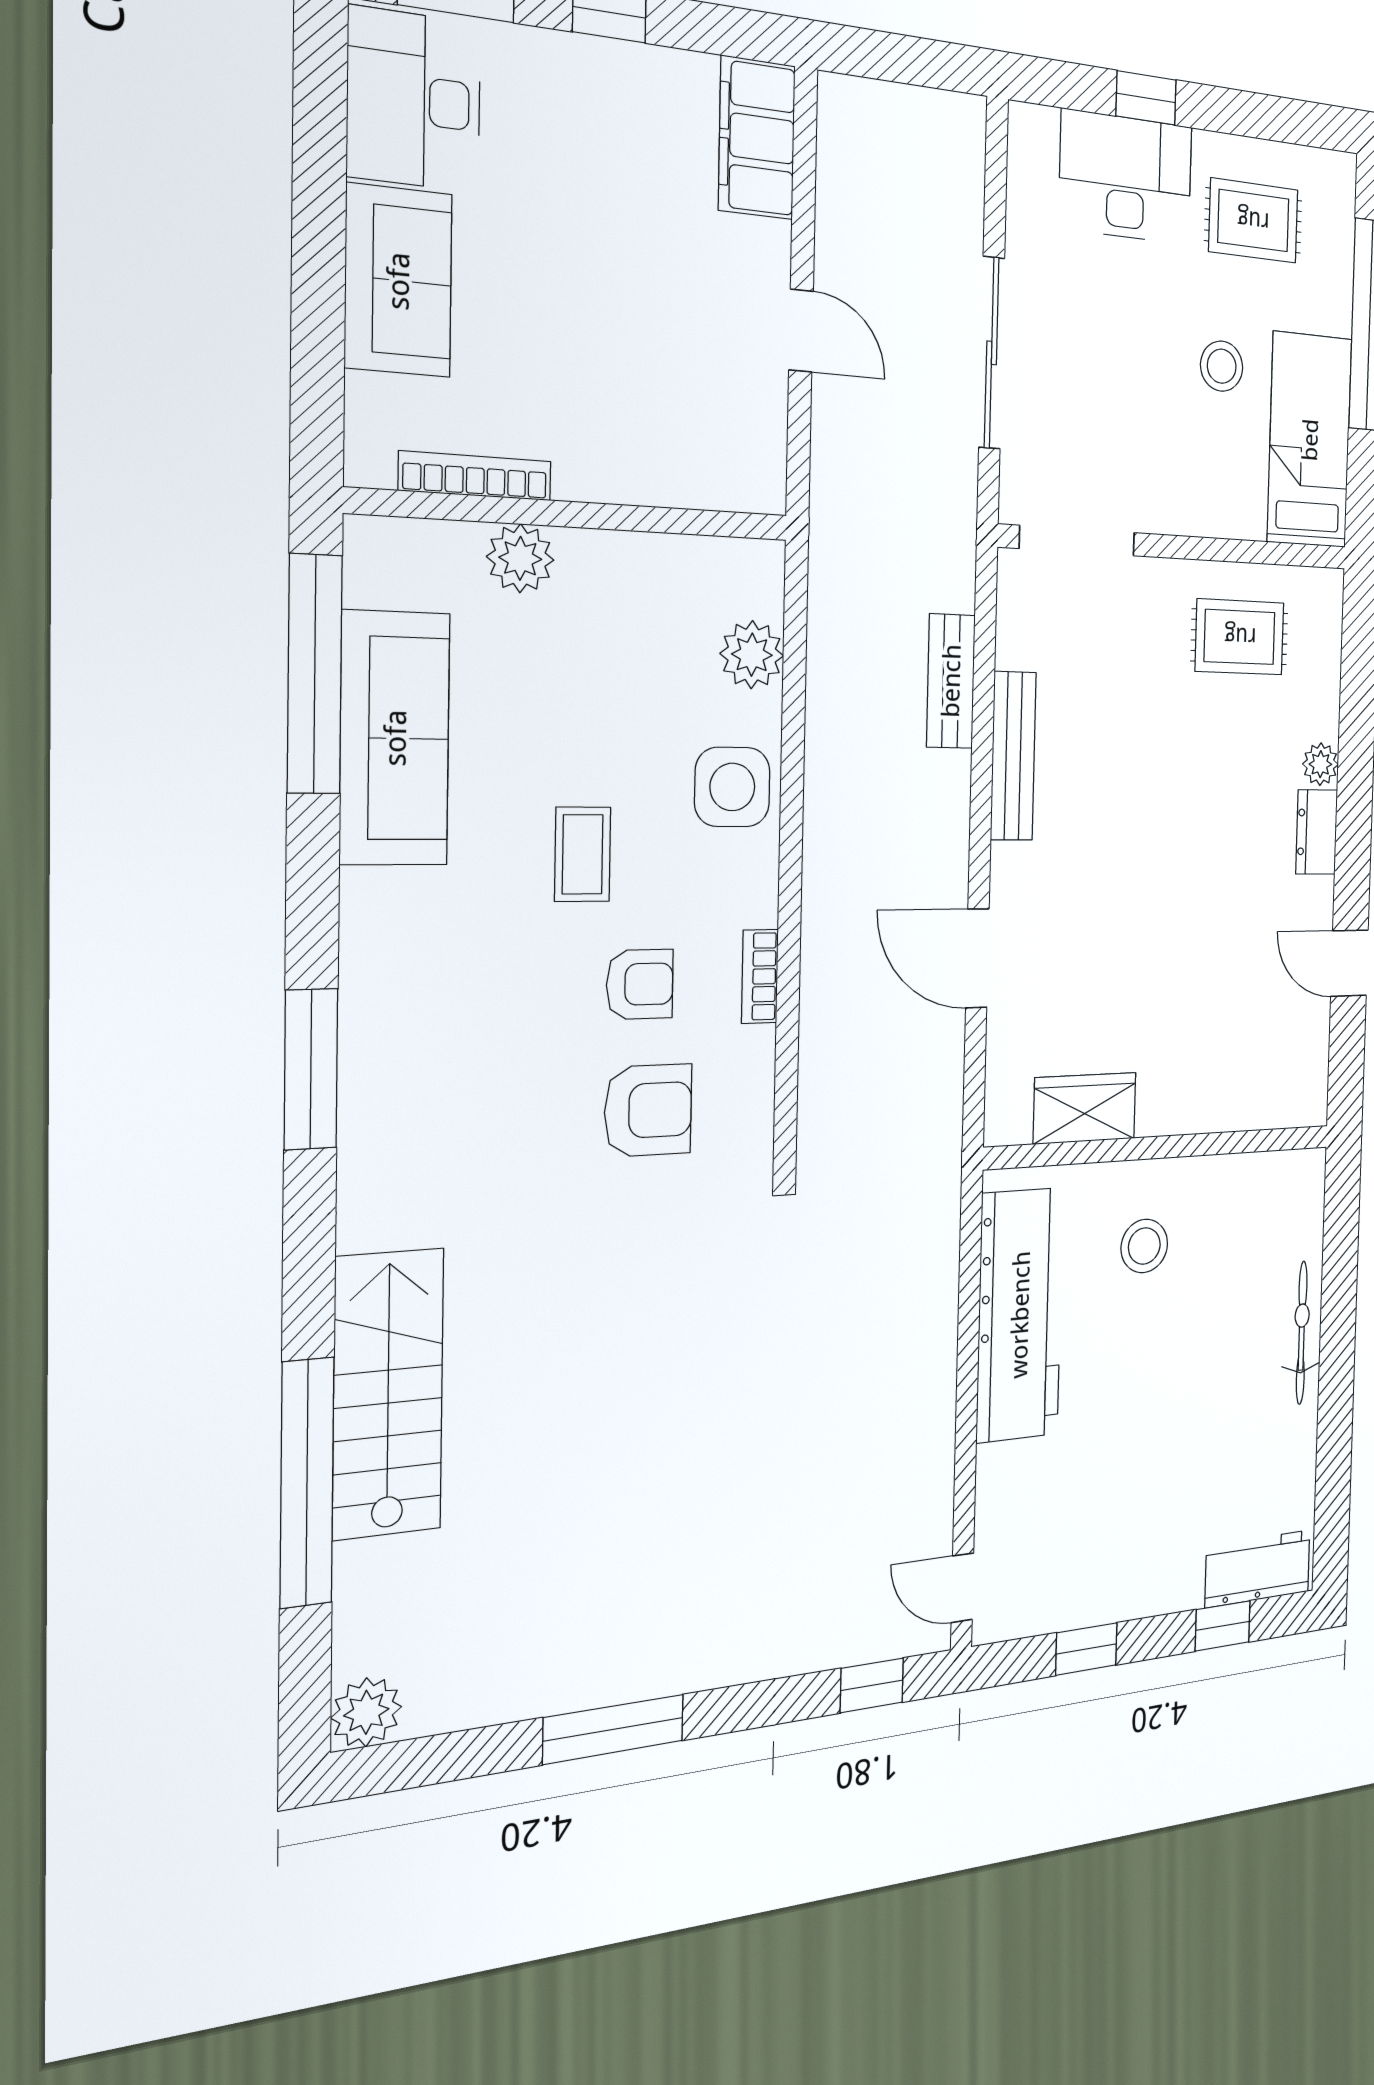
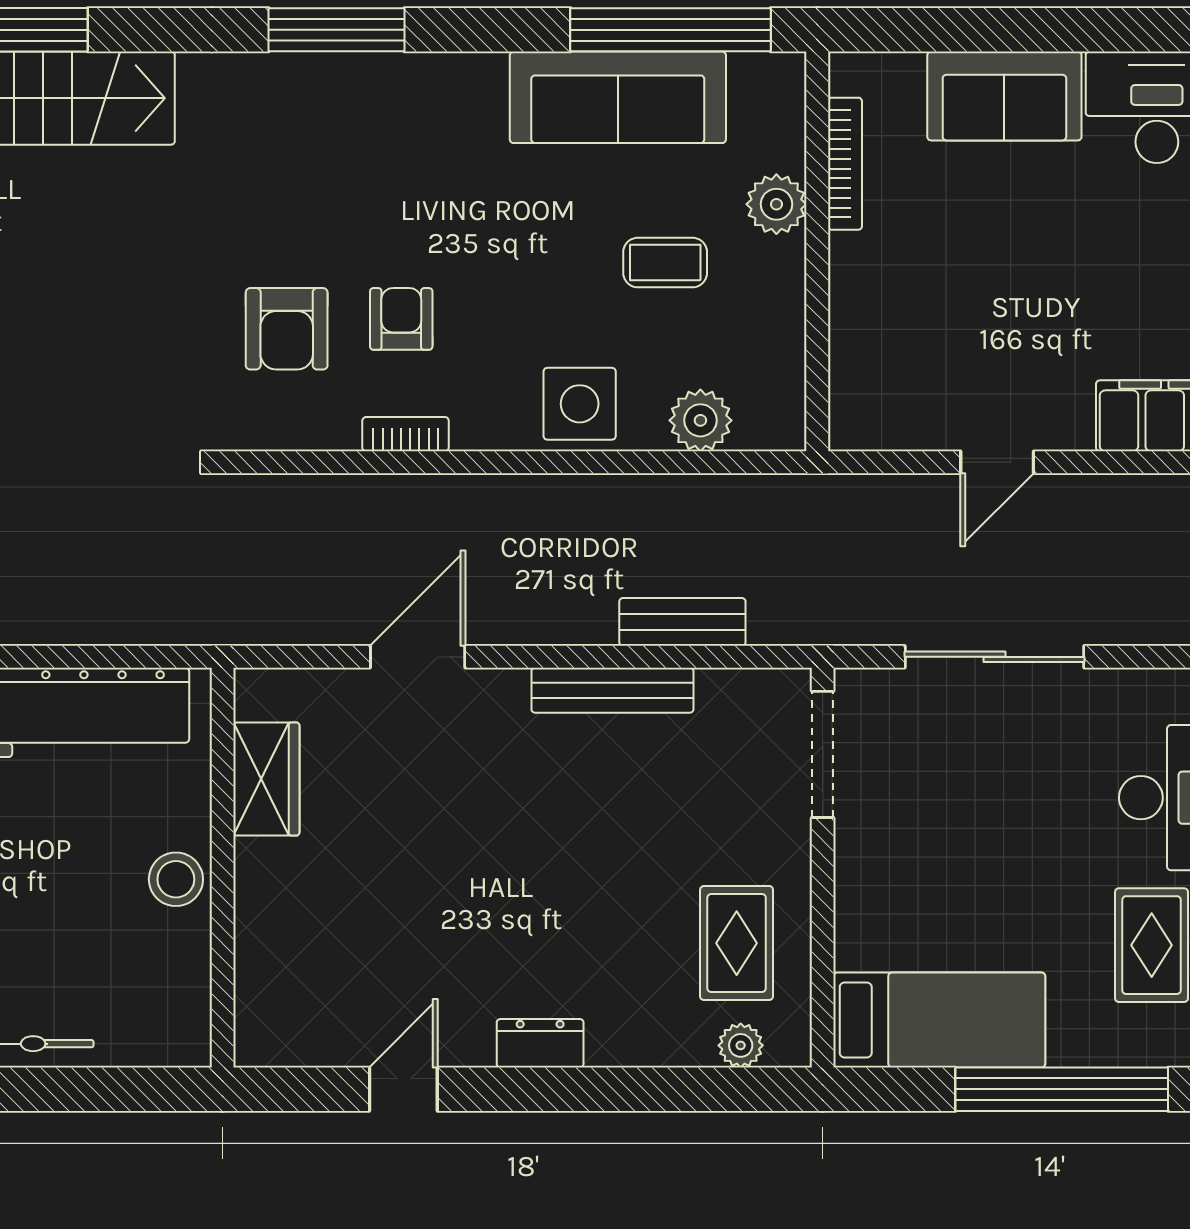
stool: (1222, 366) -> (1004, 913), removed
plant: (1320, 764) -> (741, 1045), moved
coffee table: (583, 854) -> (665, 263), moved
armchair: (640, 984) -> (401, 319), turned 180
stool: (1144, 1246) -> (176, 879), moved

